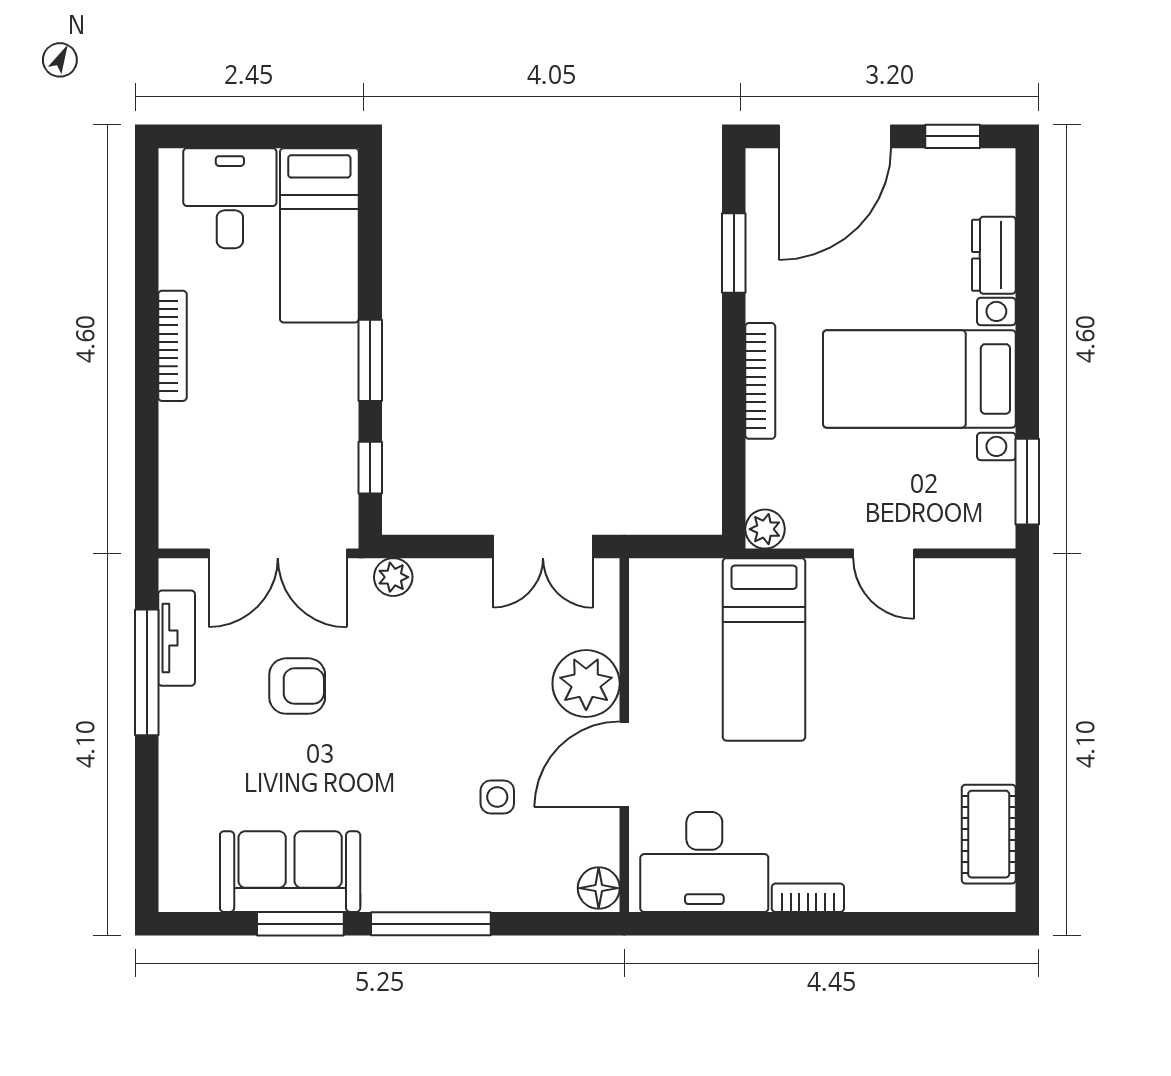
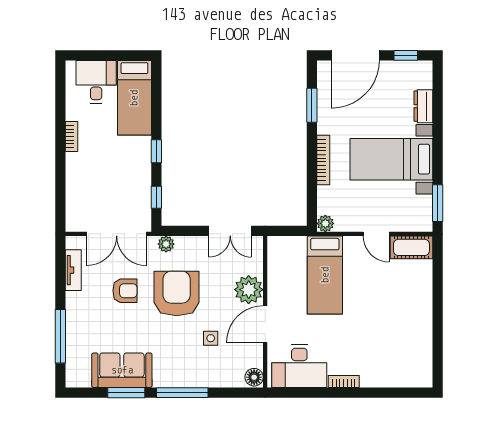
bookcase: (172, 346) -> (72, 137), width x0.64
window: (370, 360) -> (156, 151), width x0.67
window: (147, 672) -> (60, 336), moved
armchair: (418, 692) -> (177, 293), added
cot: (989, 834) -> (411, 247), moved, turned 90

